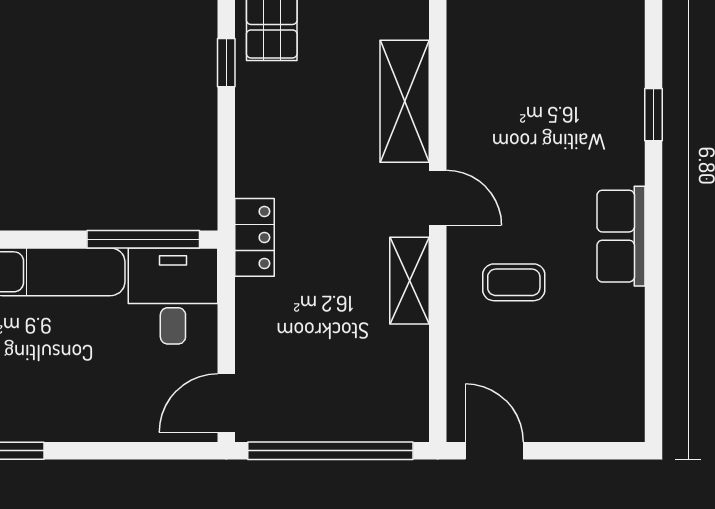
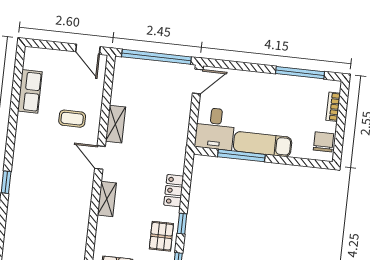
shelving: (405, 101) -> (107, 199), width x0.67, depth x0.75
row of seats: (621, 236) -> (30, 91), moved
locker: (255, 237) -> (174, 191), moved
window: (143, 239) -> (241, 156), moved

